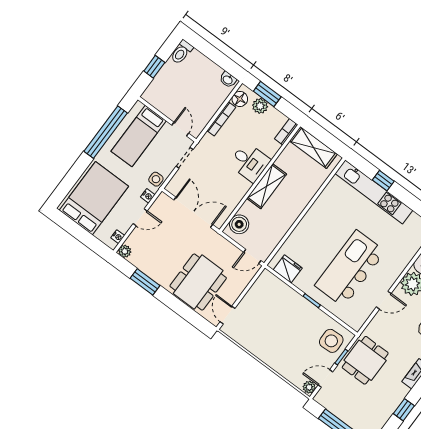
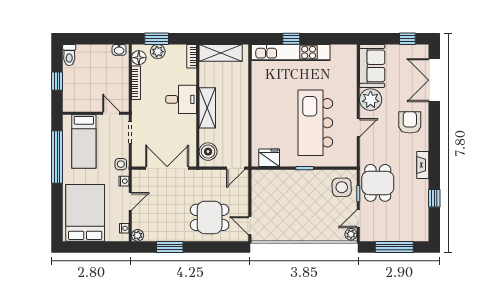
dining table: (198, 282) -> (210, 217), width x0.73

